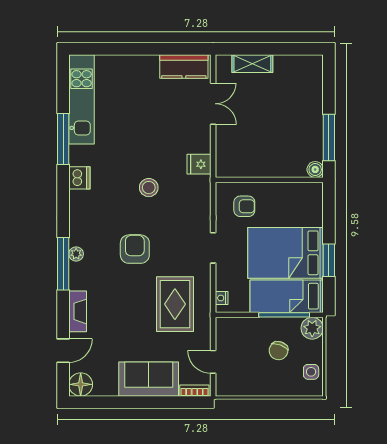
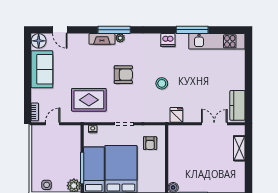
double door: (213, 104) -> (214, 124), swing flipped
fireplace: (78, 311) -> (102, 39), moved
chair: (279, 351) -> (60, 165), removed
sofa: (149, 379) -> (42, 69), moved

